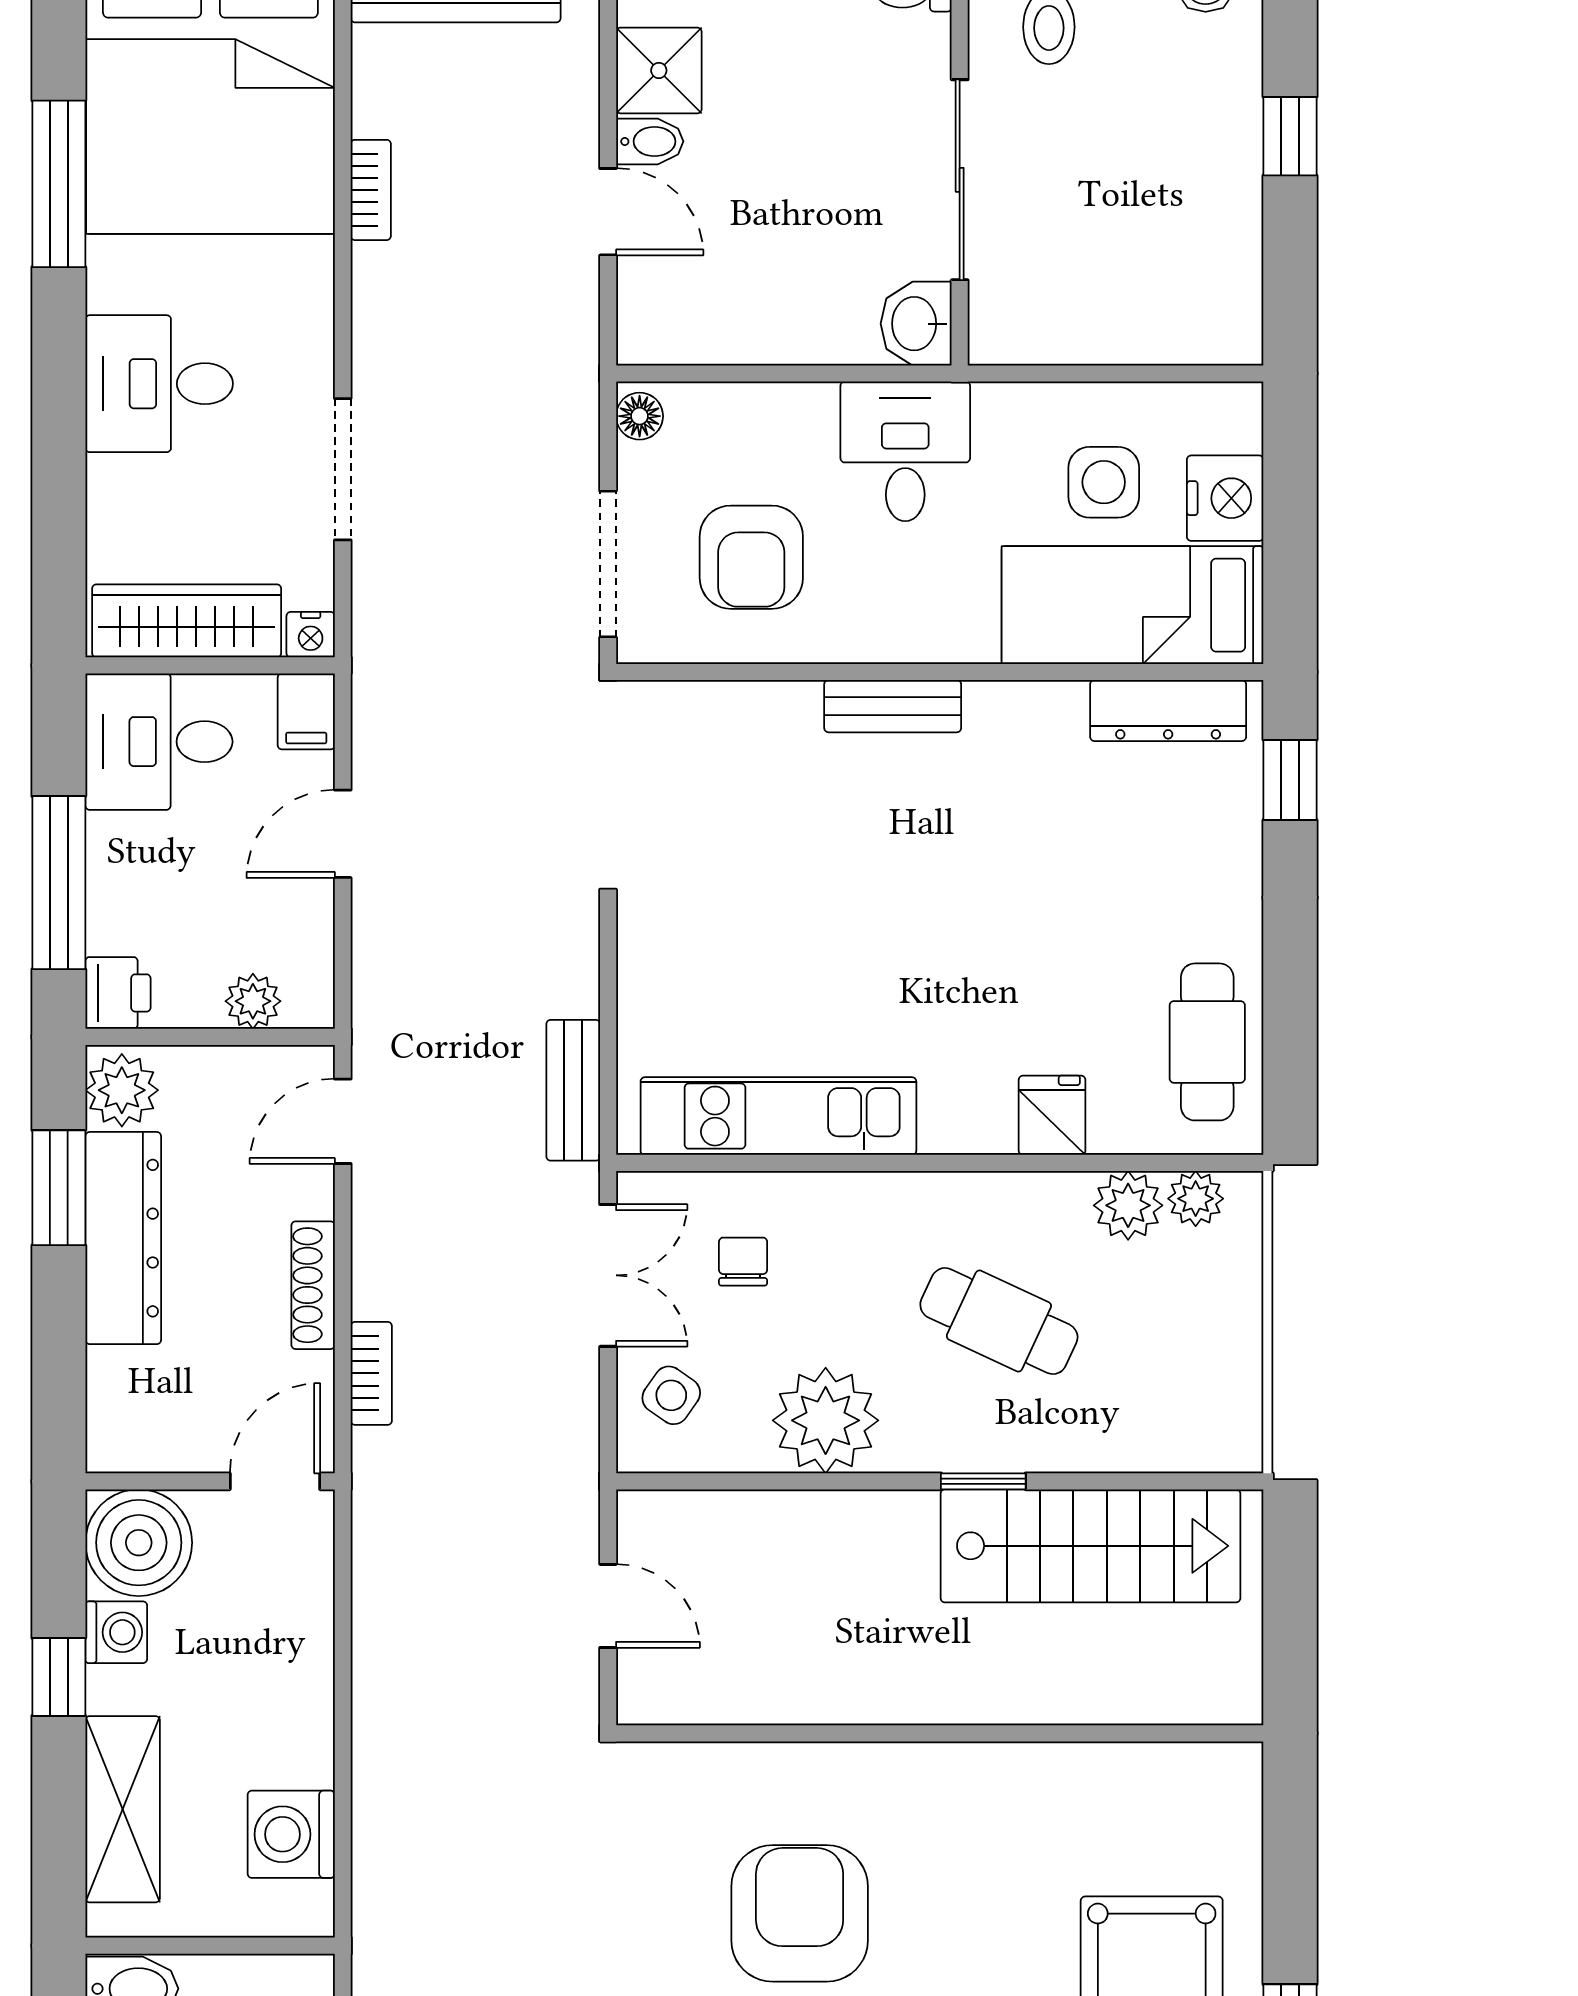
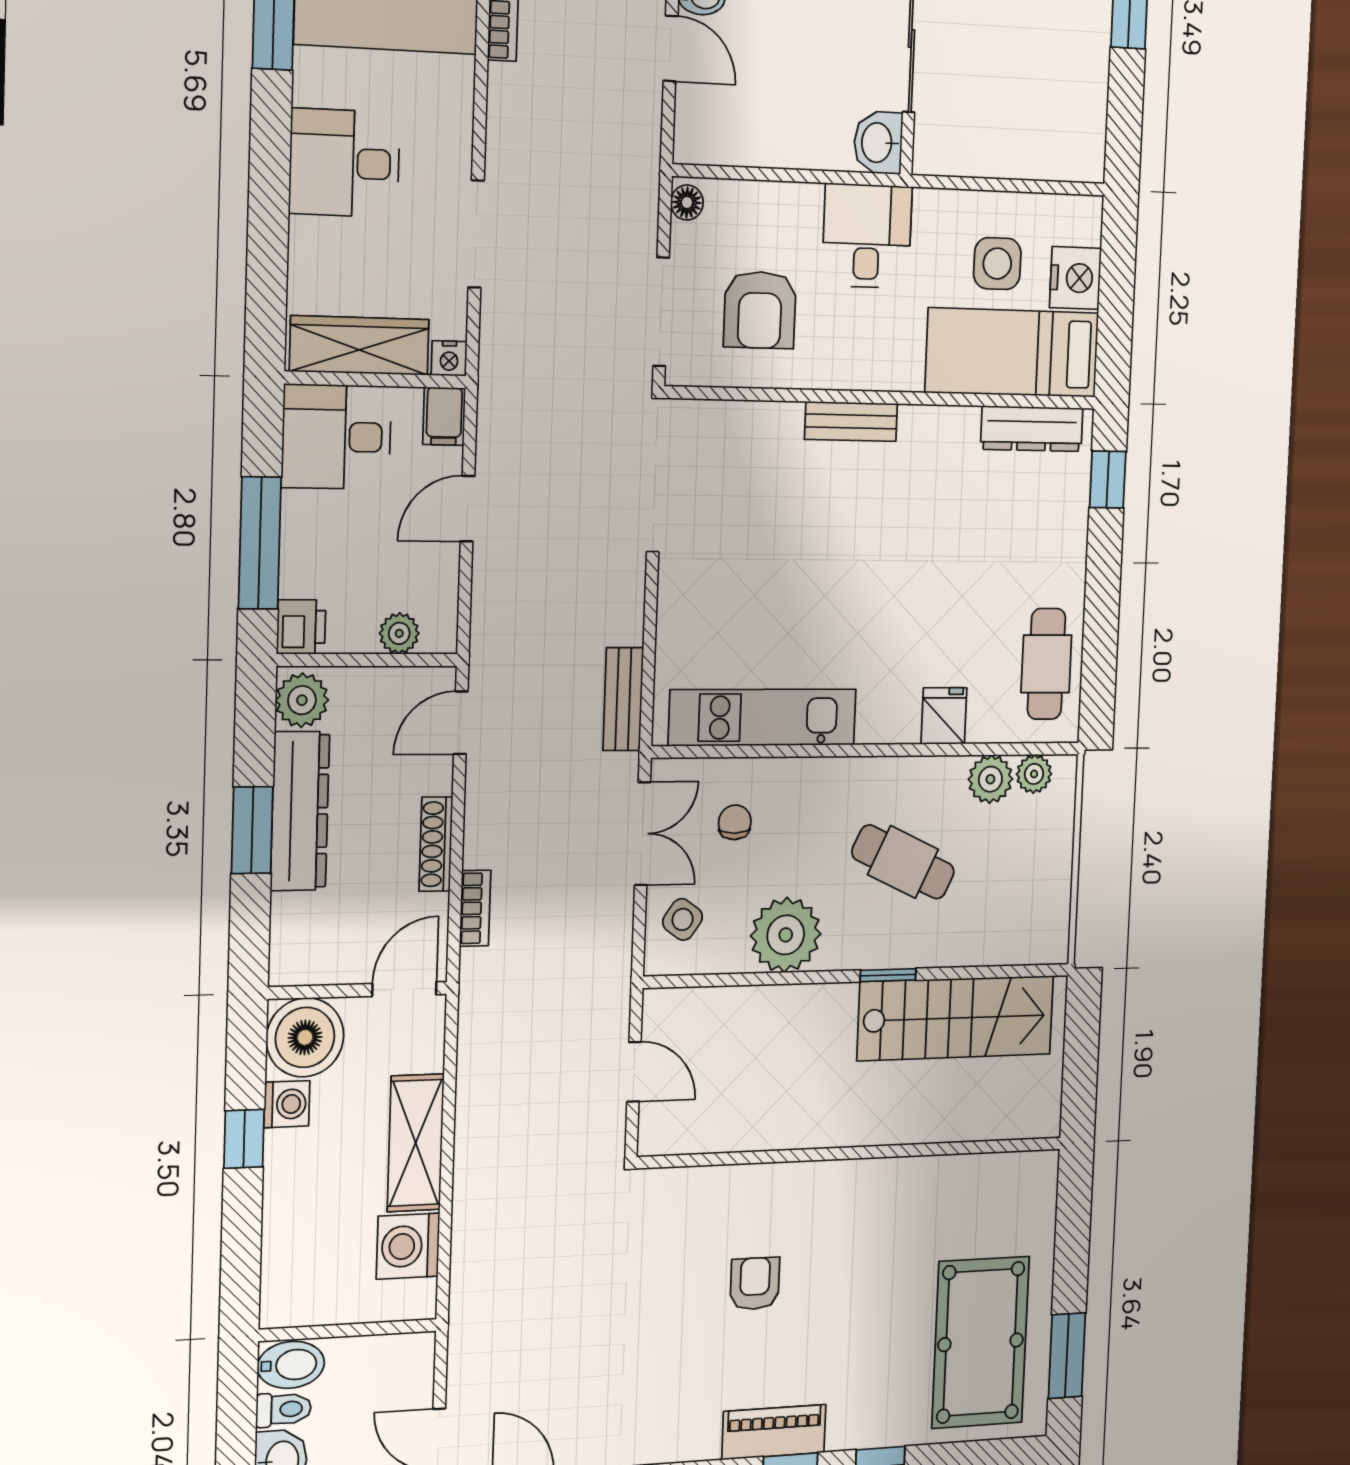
window: (59, 1188) -> (252, 830), moved
shelving: (123, 1809) -> (416, 1143), moved
armchair: (800, 1913) -> (755, 1284), width x0.53, depth x0.53

